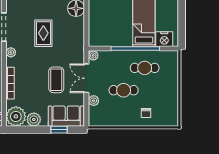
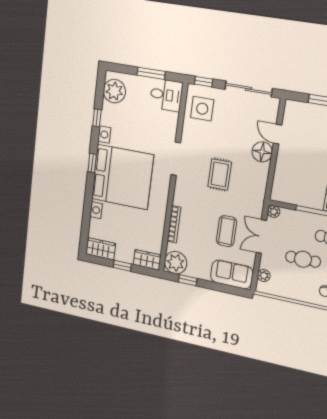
plant: (11, 52) -> (180, 190), removed
plant: (94, 101) -> (264, 276), moved
plant: (34, 119) -> (195, 270), removed
window: (59, 130) -> (188, 280), moved

